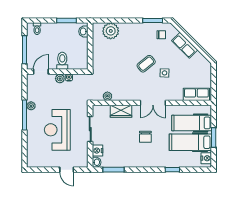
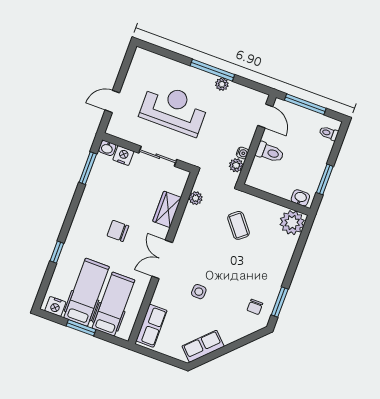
plant: (111, 31) -> (292, 223), moved
row of seats: (185, 45) -> (203, 346), moved
coffee table: (146, 64) -> (238, 225), moved
plant: (60, 79) -> (236, 165), moved

